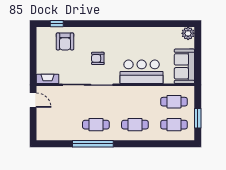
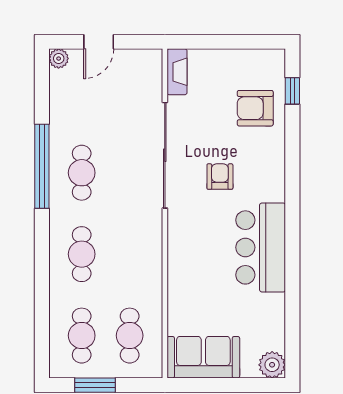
bar counter: (142, 72) -> (261, 247), moved, turned 180
door: (33, 100) -> (99, 42), moved
plant: (41, 136) -> (59, 59), added

